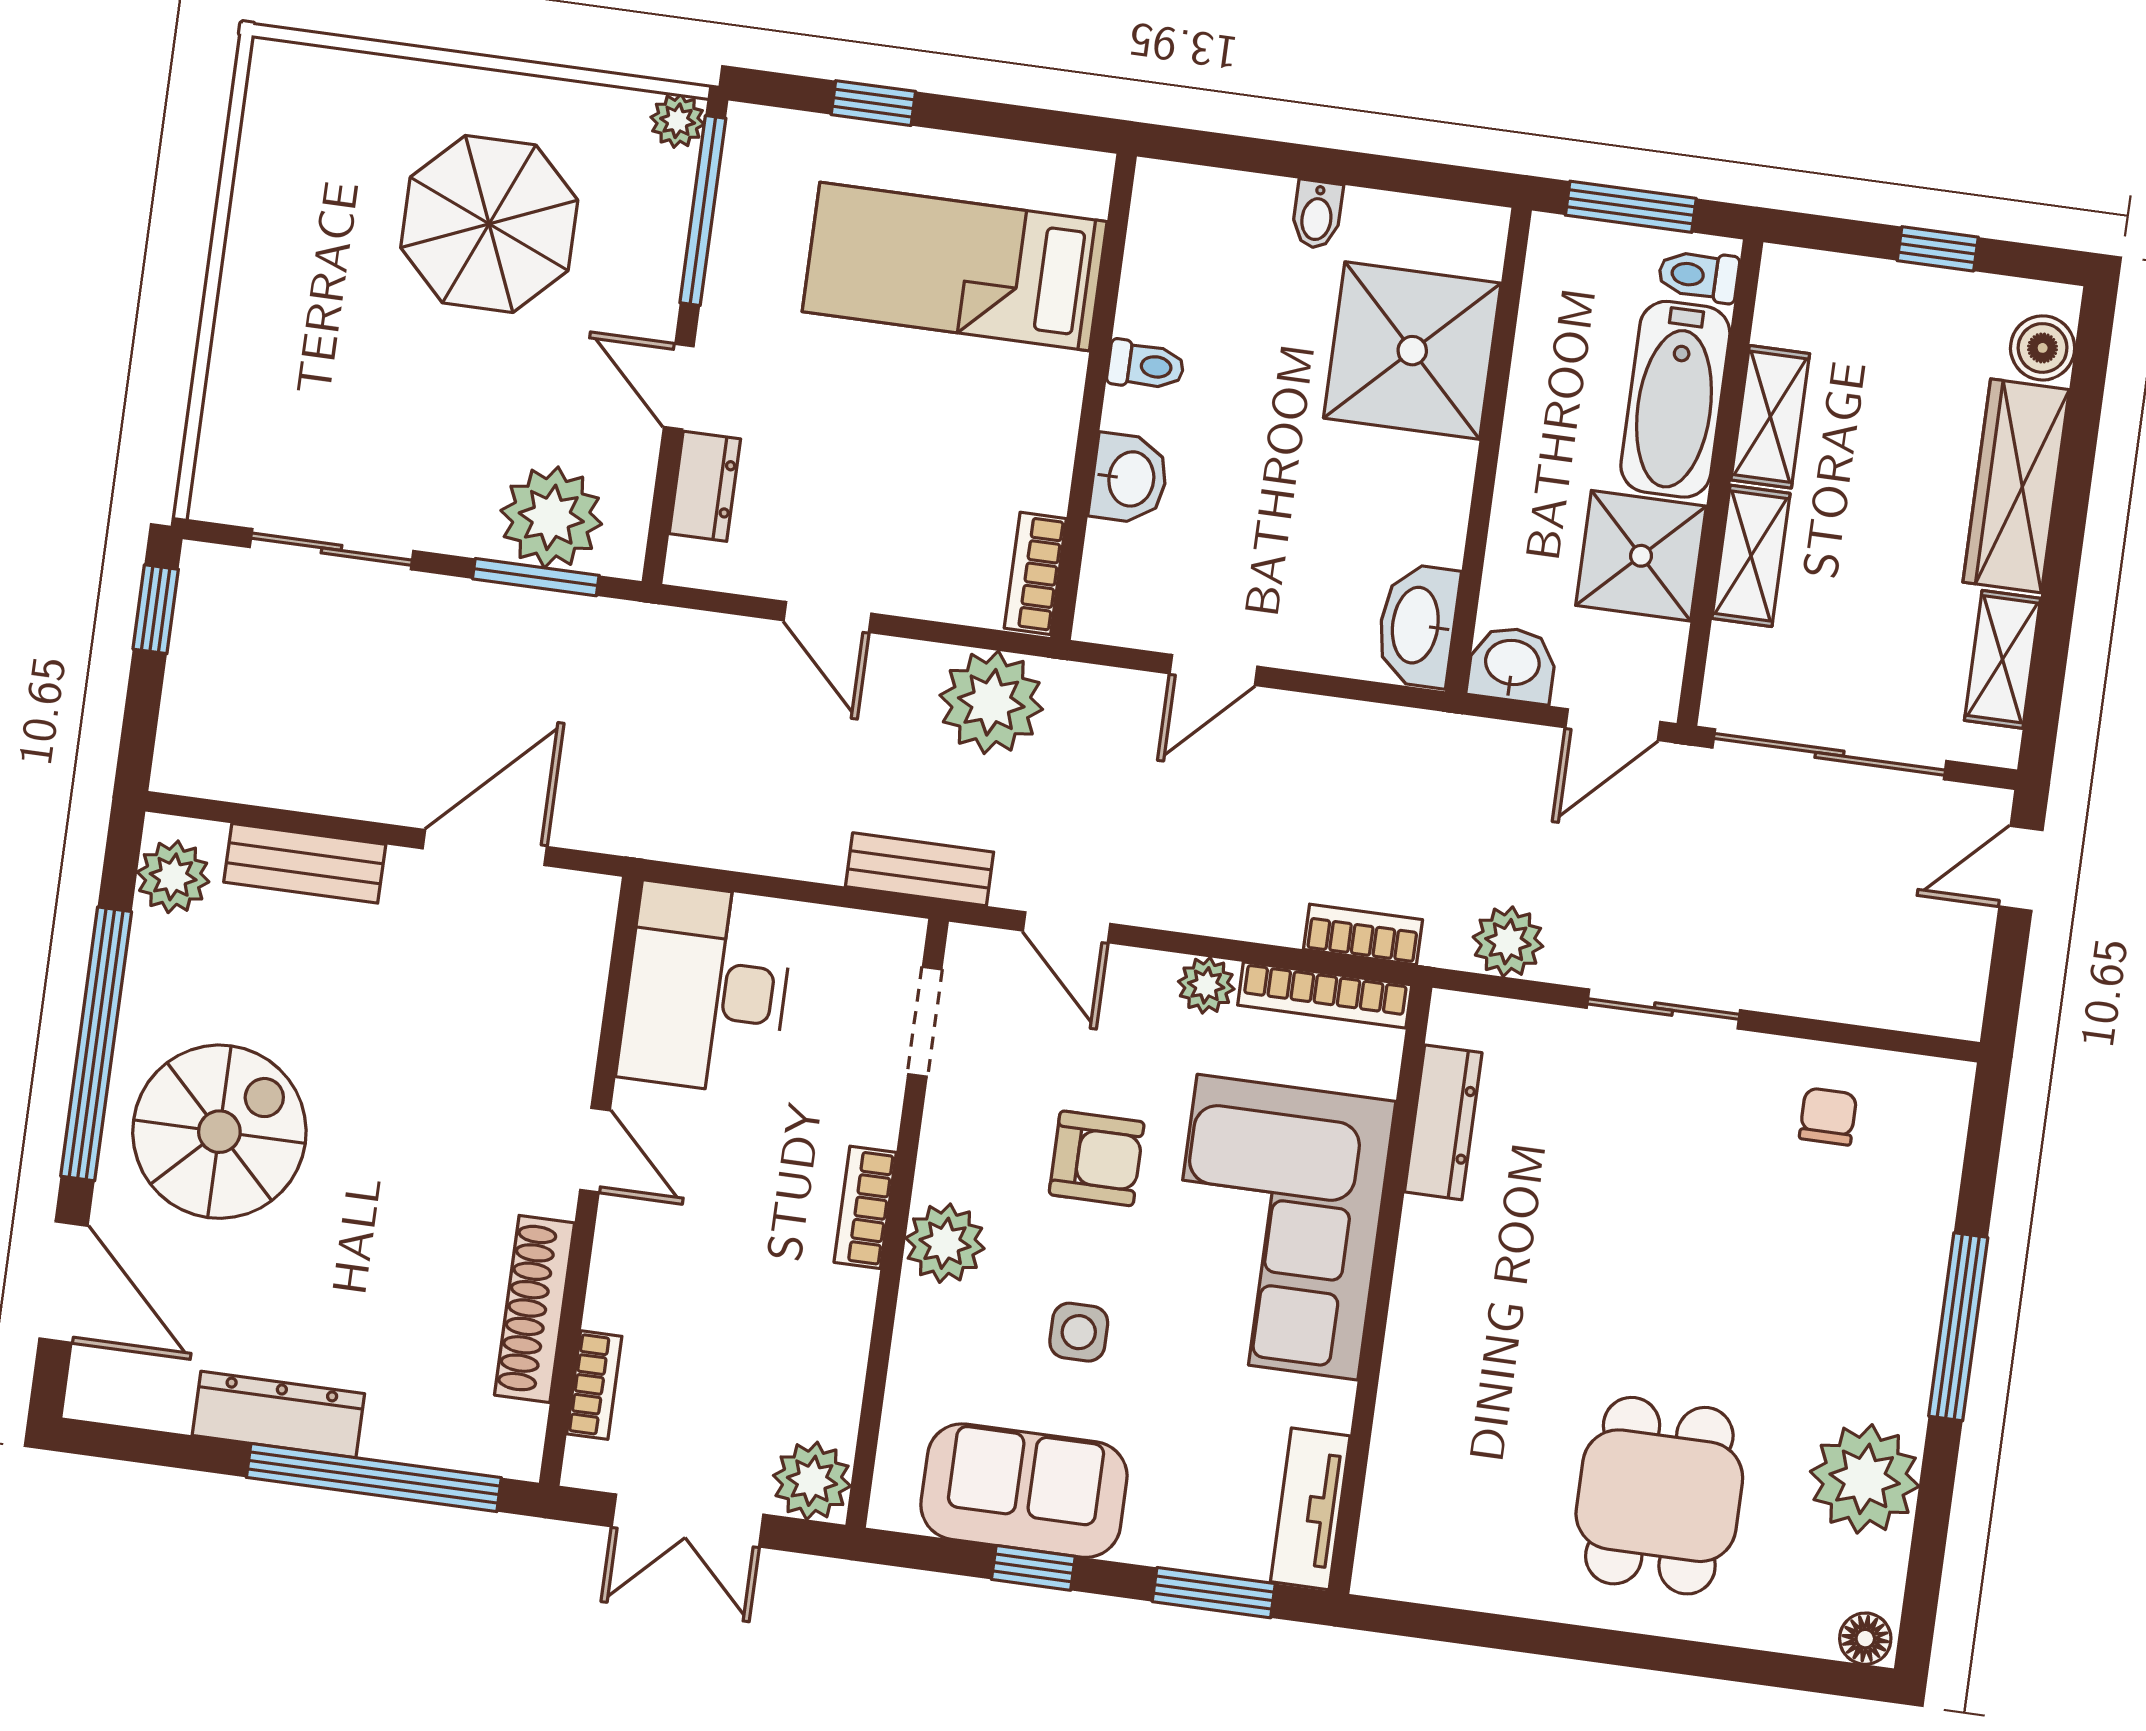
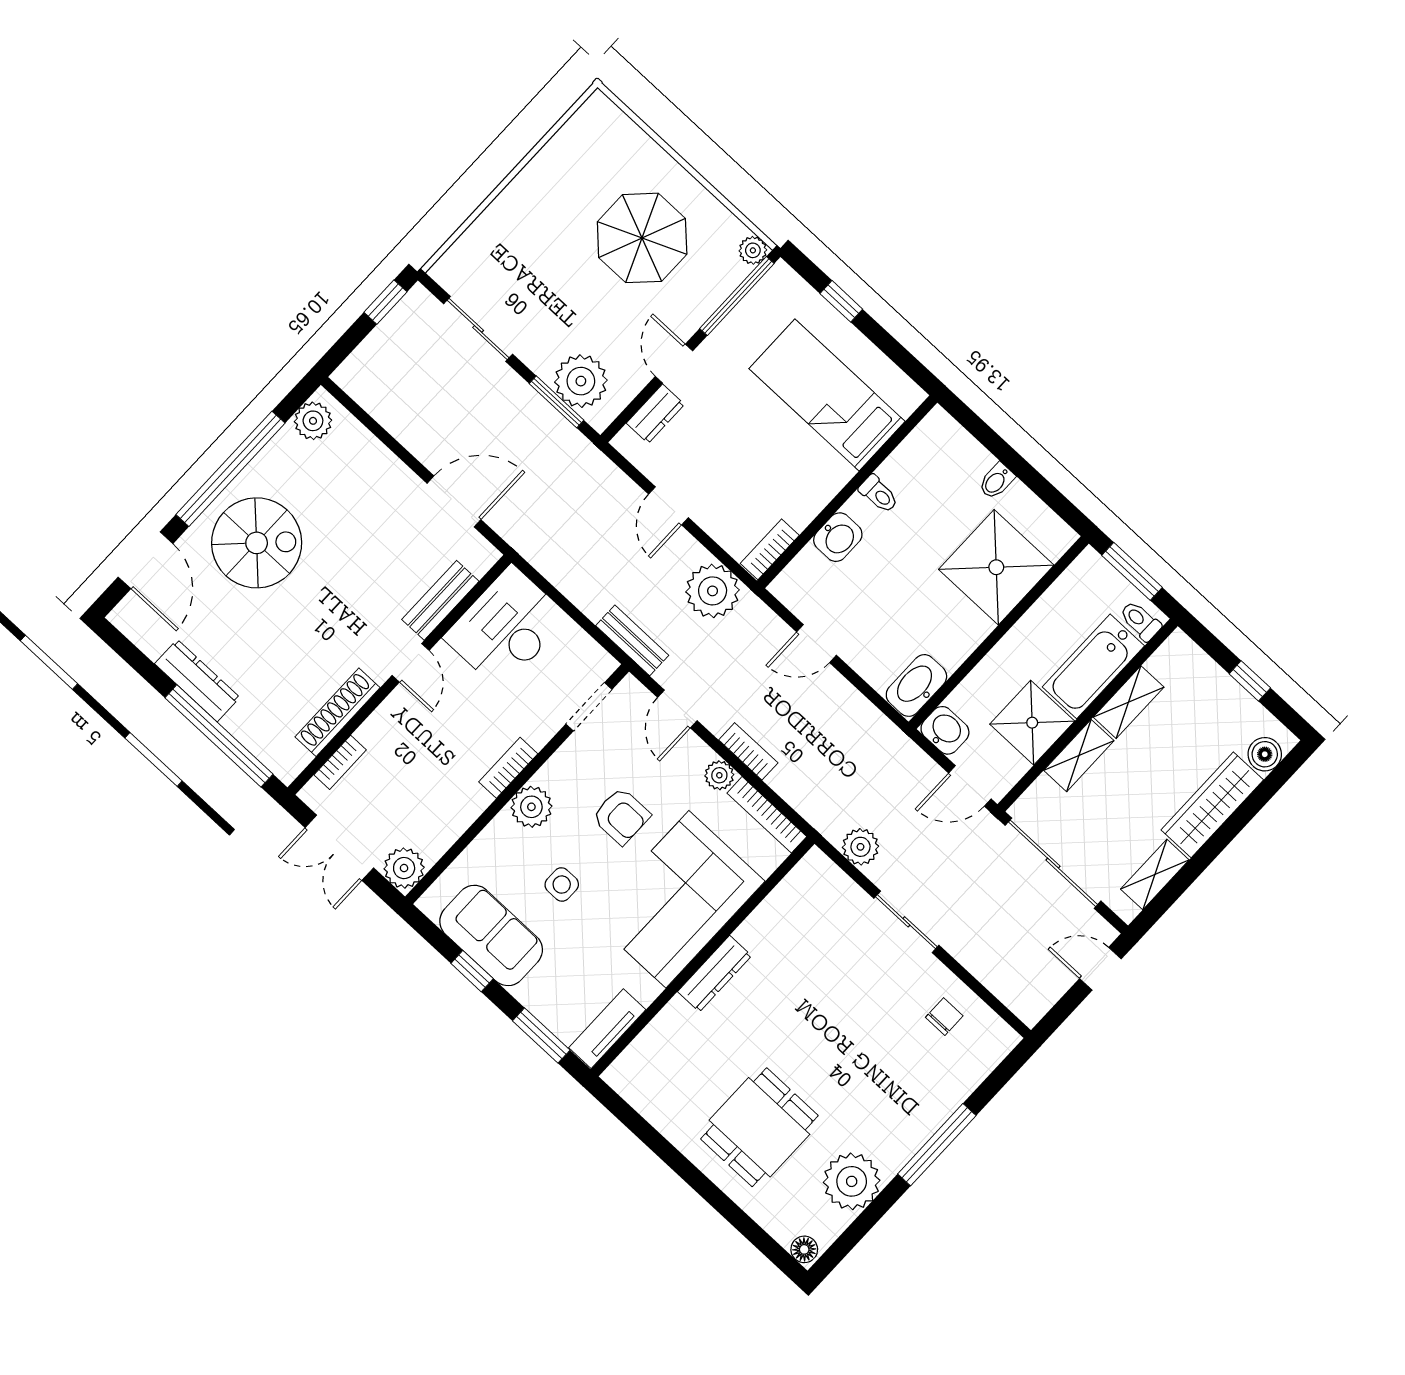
bench: (305, 863) -> (440, 600), moved, turned 90
bookcase: (1363, 934) -> (748, 751), moved
dresser: (1443, 1122) -> (715, 974), moved

